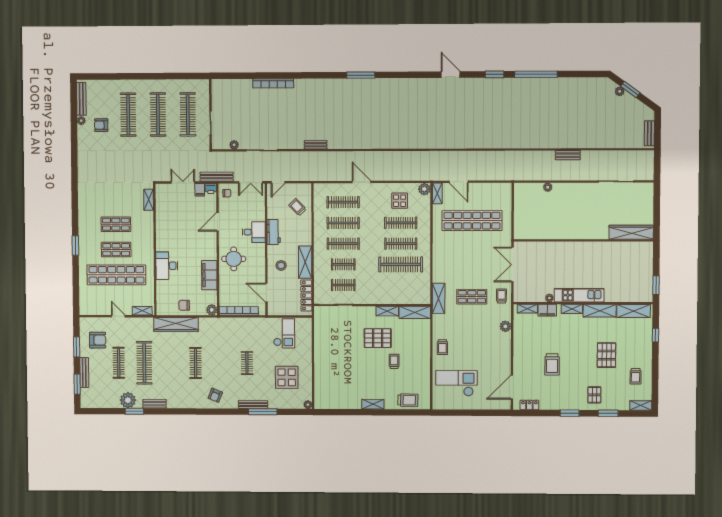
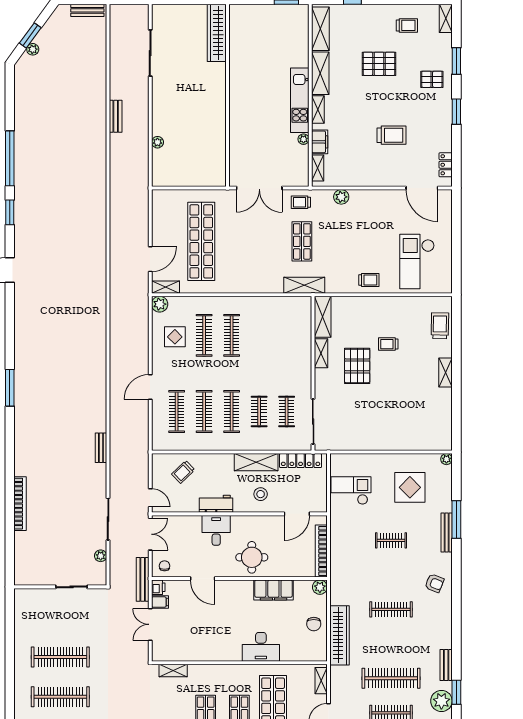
clothes rail: (188, 114) -> (60, 617), removed
clothes rail: (401, 264) -> (259, 335), removed

